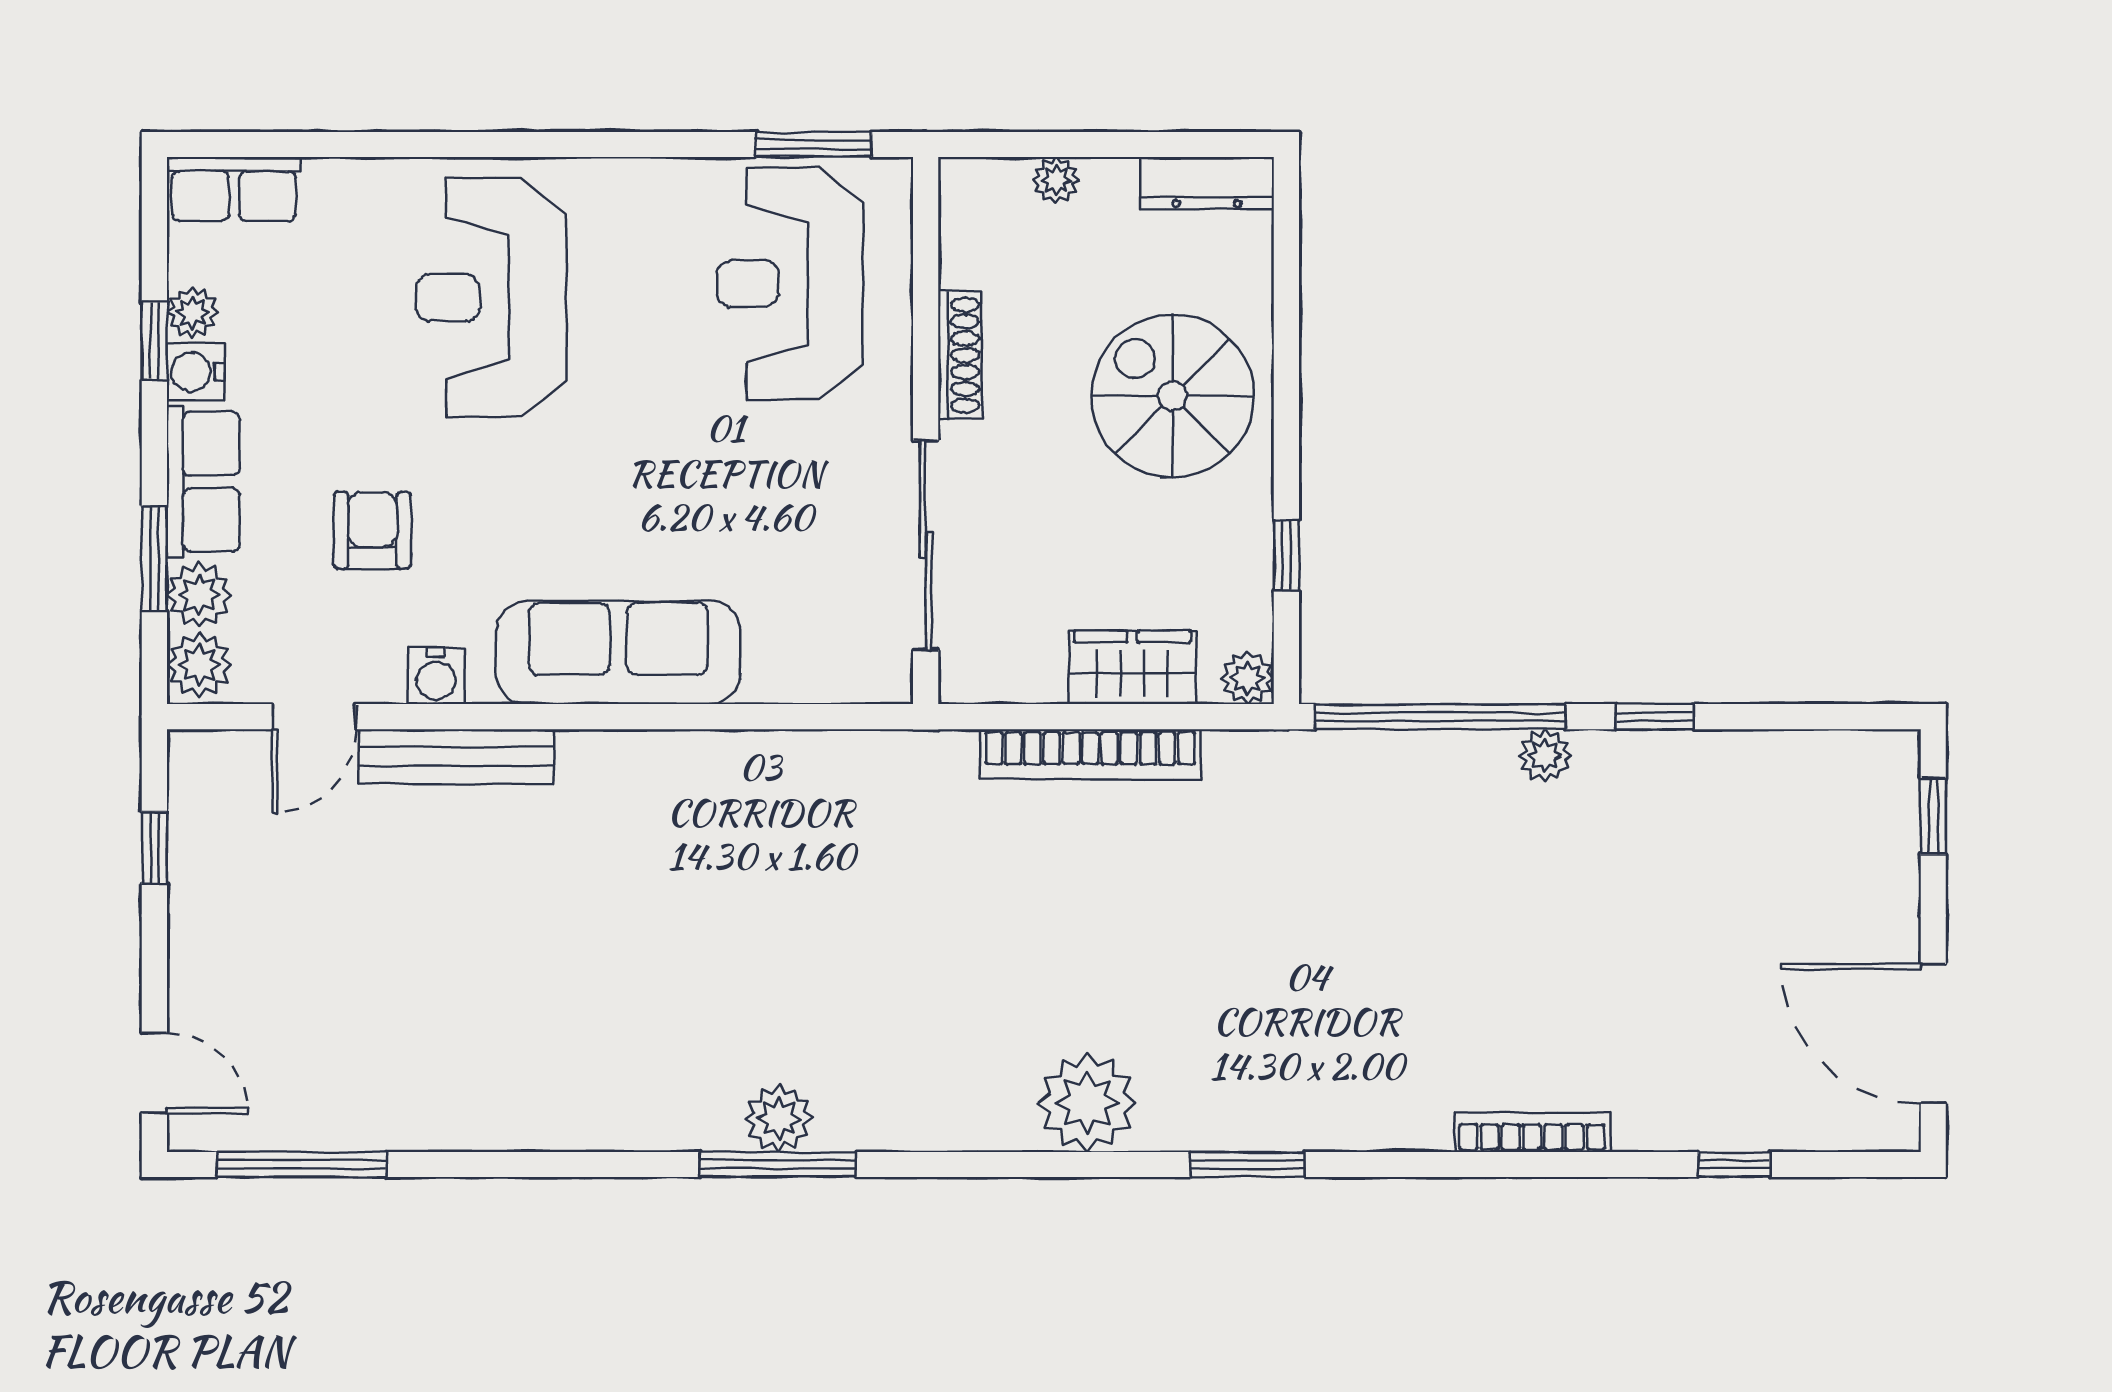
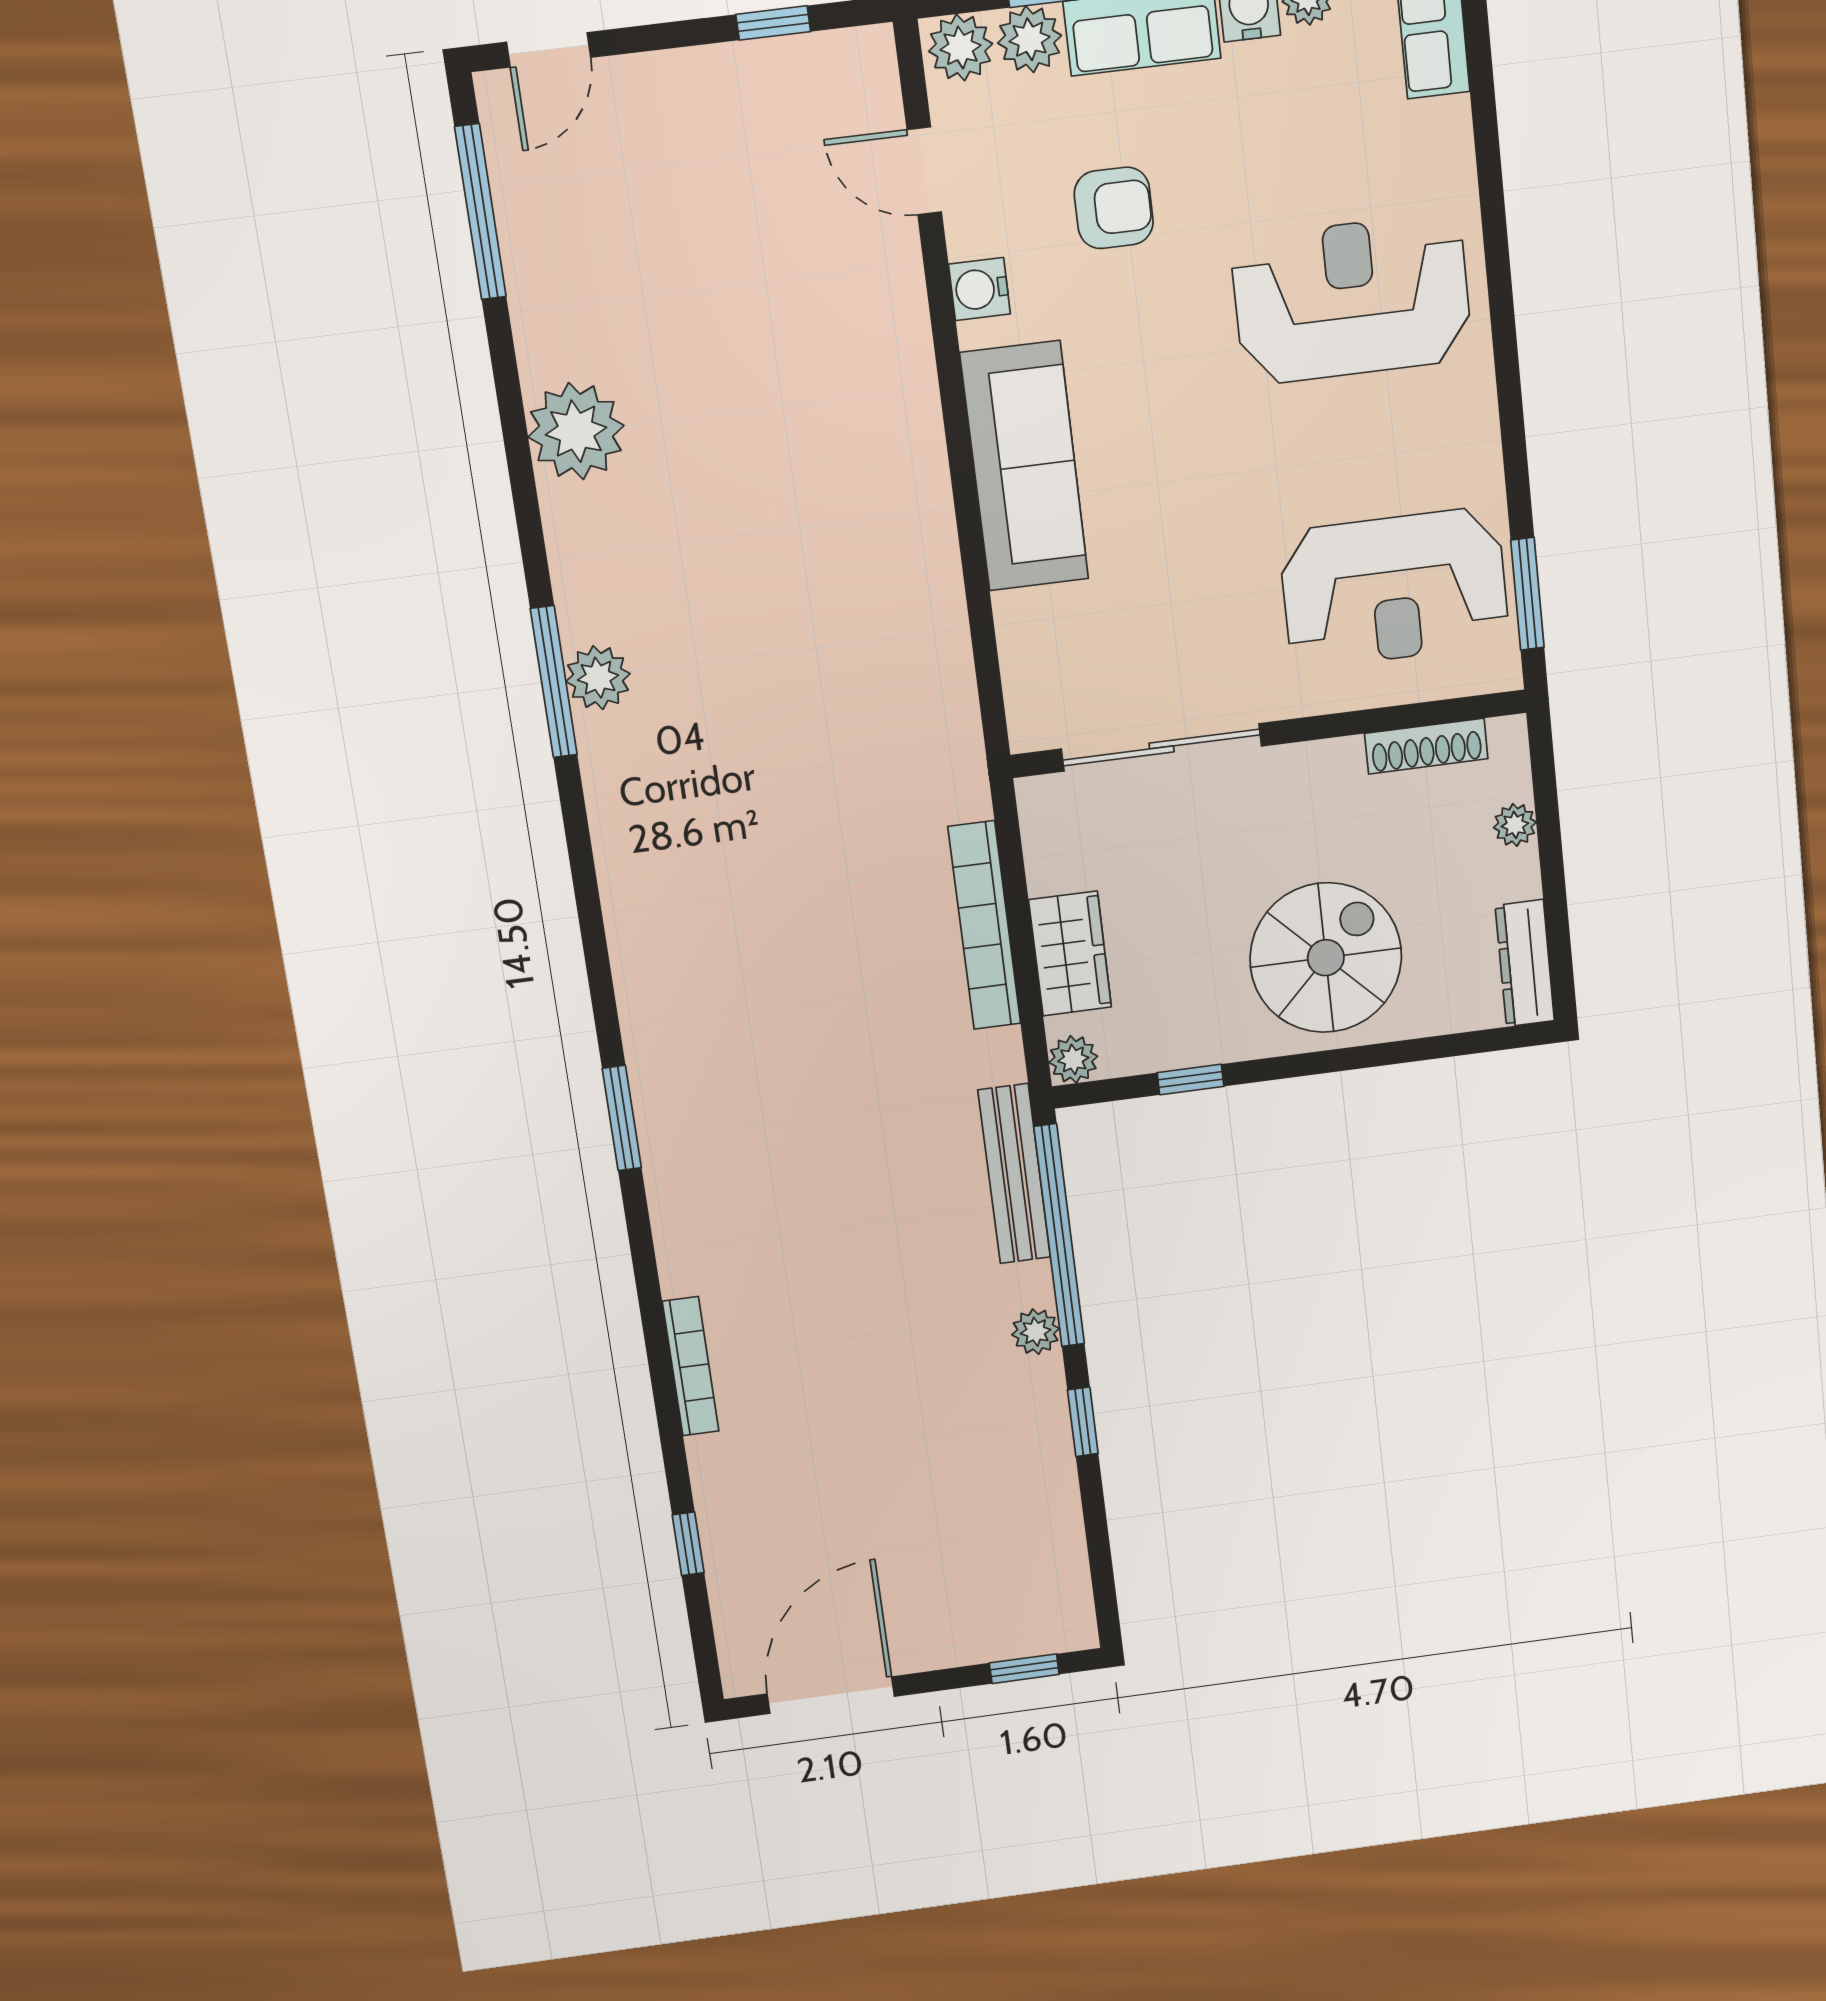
reception desk: (790, 284) -> (1394, 588), turned 180
shoe rack: (960, 355) -> (1426, 746), moved
bench: (456, 756) -> (1014, 1174), moved
plant: (1087, 1103) -> (576, 431), moved

